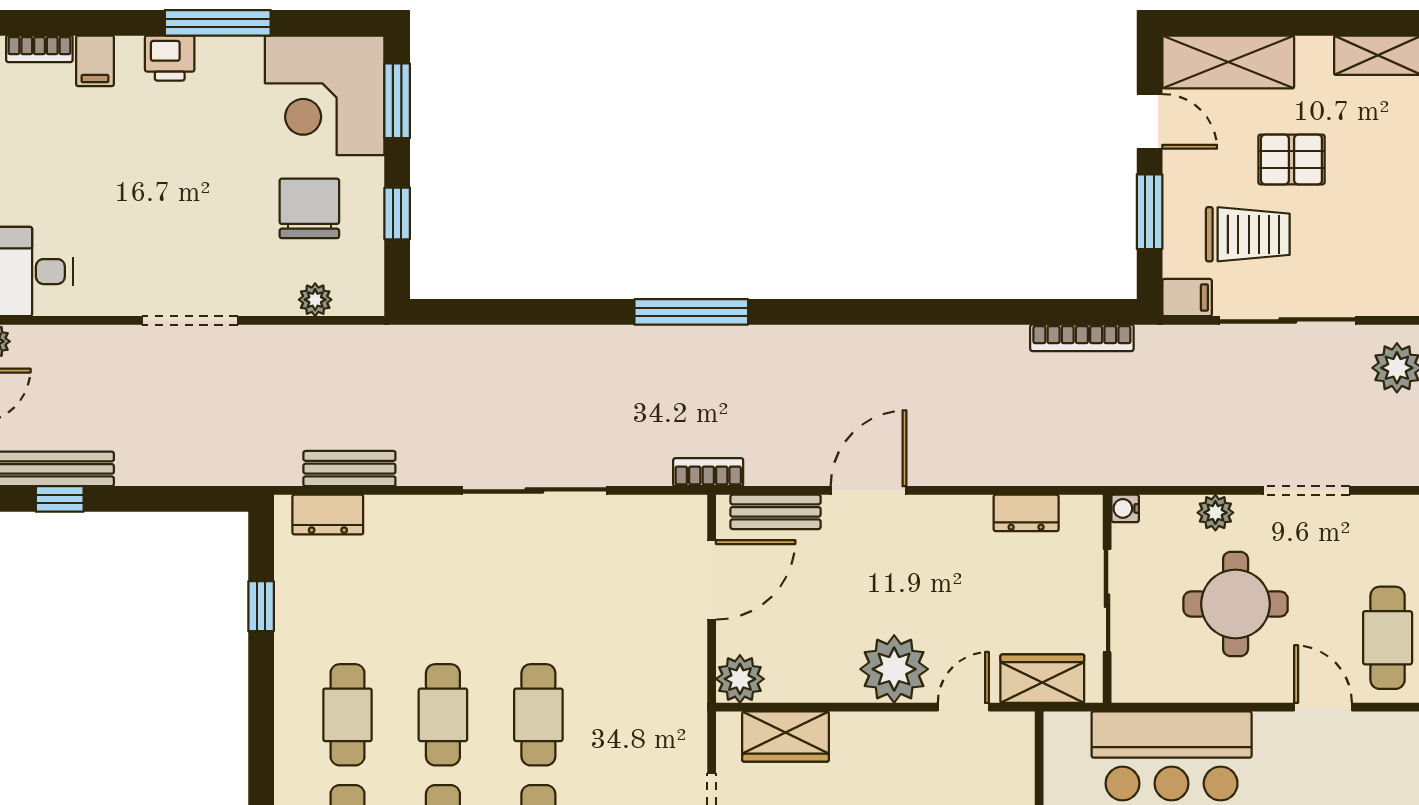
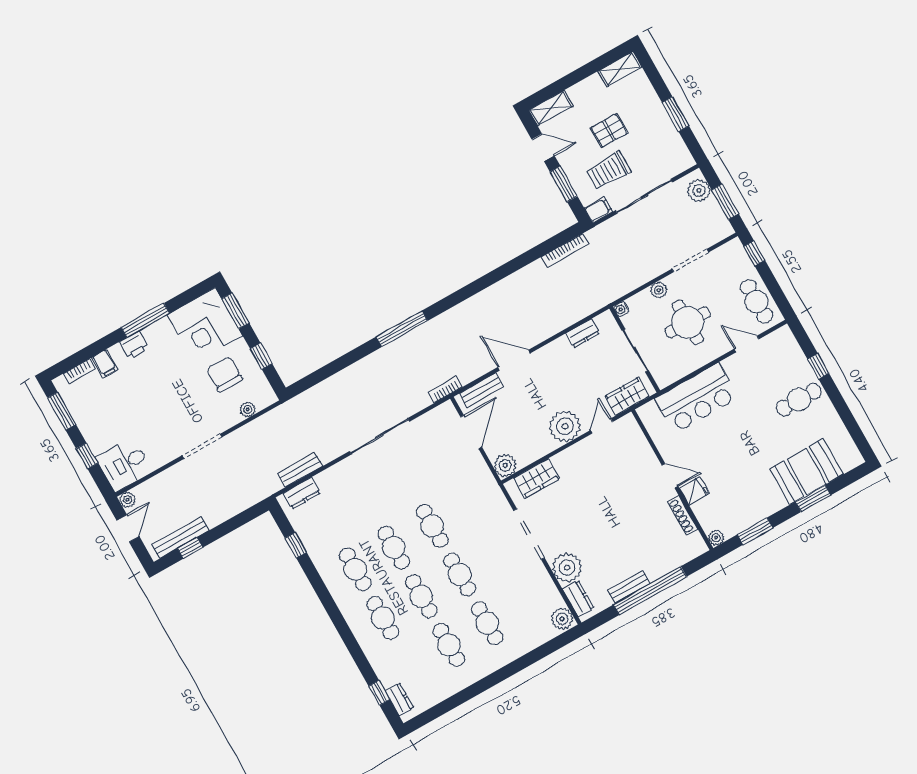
shelving: (1228, 62) -> (551, 108), width x0.67, depth x0.75
trolley: (1248, 234) -> (608, 171), turned 180
door: (868, 490) -> (514, 360), hinge flipped

